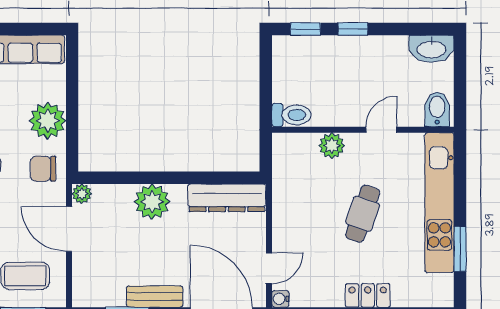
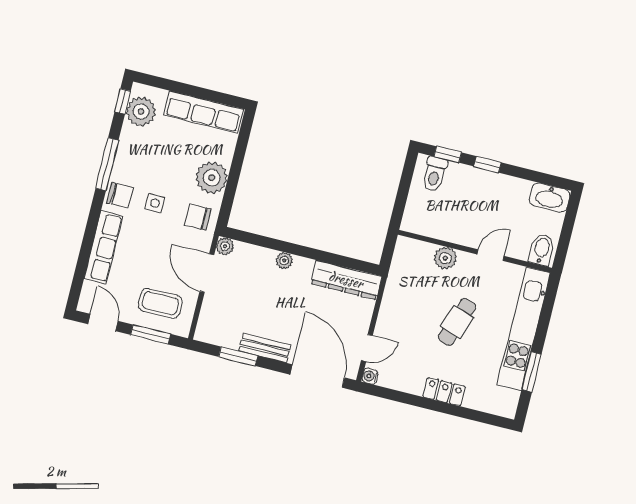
toilet: (291, 115) -> (435, 174), moved, turned 90
plant: (152, 202) -> (284, 261), width x0.53, depth x0.53

